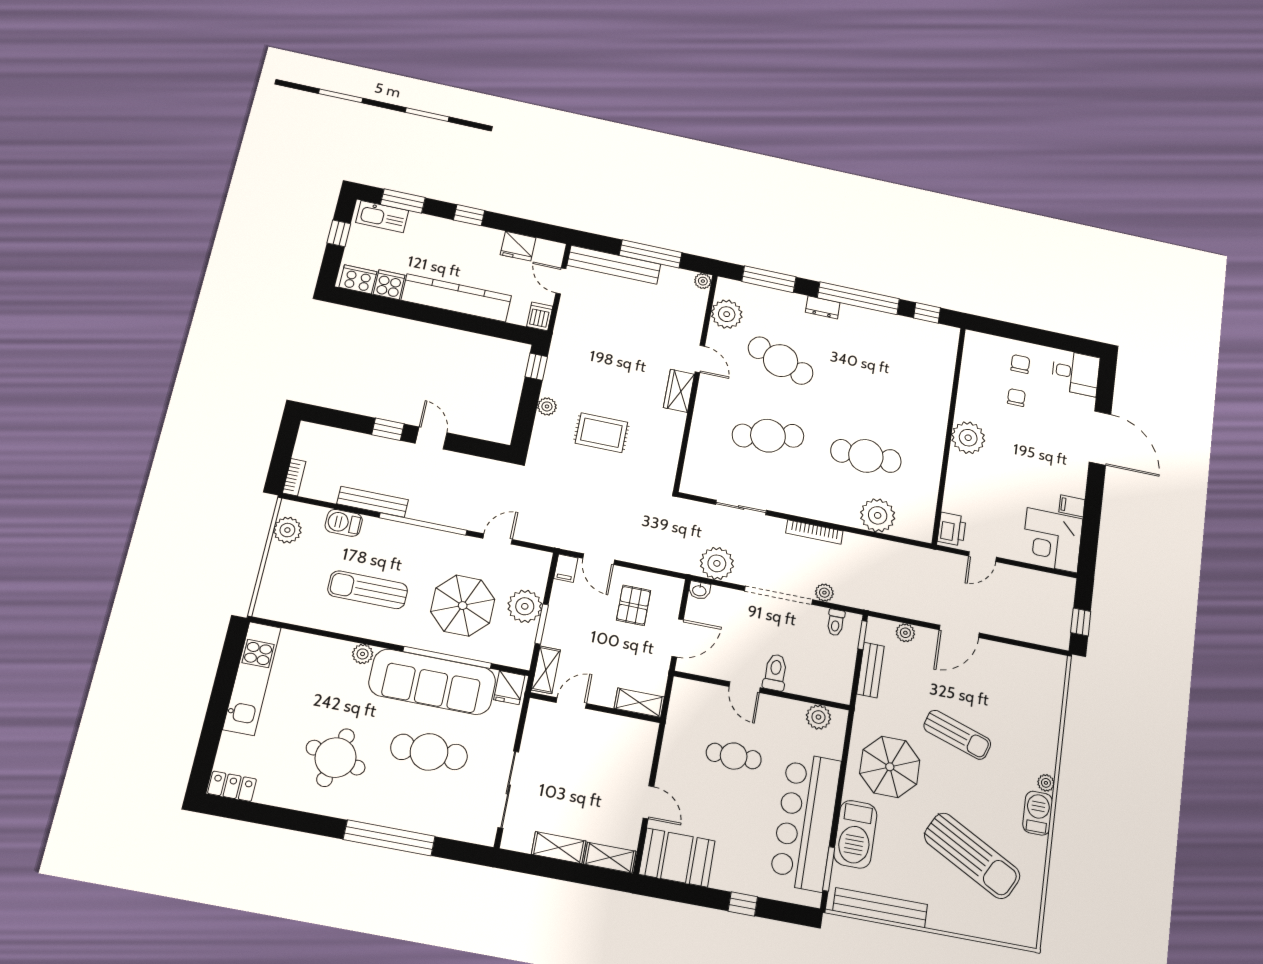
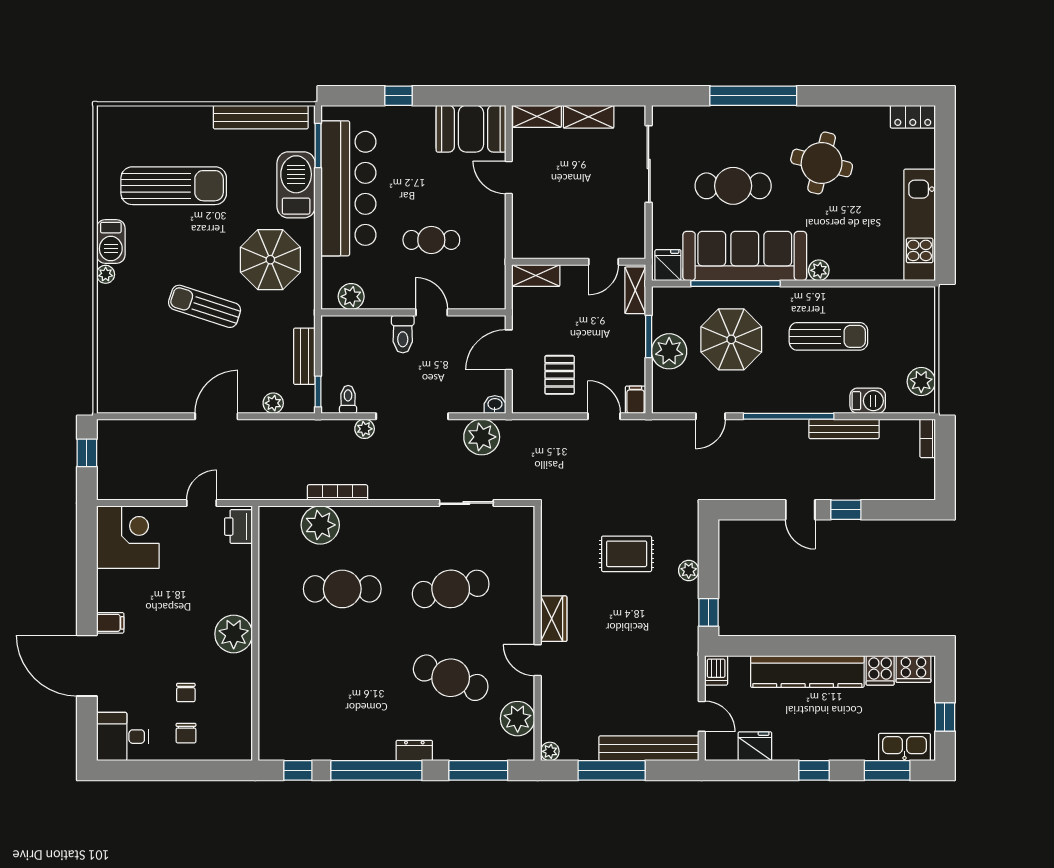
filing cabinet: (1072, 506) -> (110, 623), moved
bookcase: (814, 532) -> (337, 492), moved
sun lounger: (972, 856) -> (174, 186), turned 152

